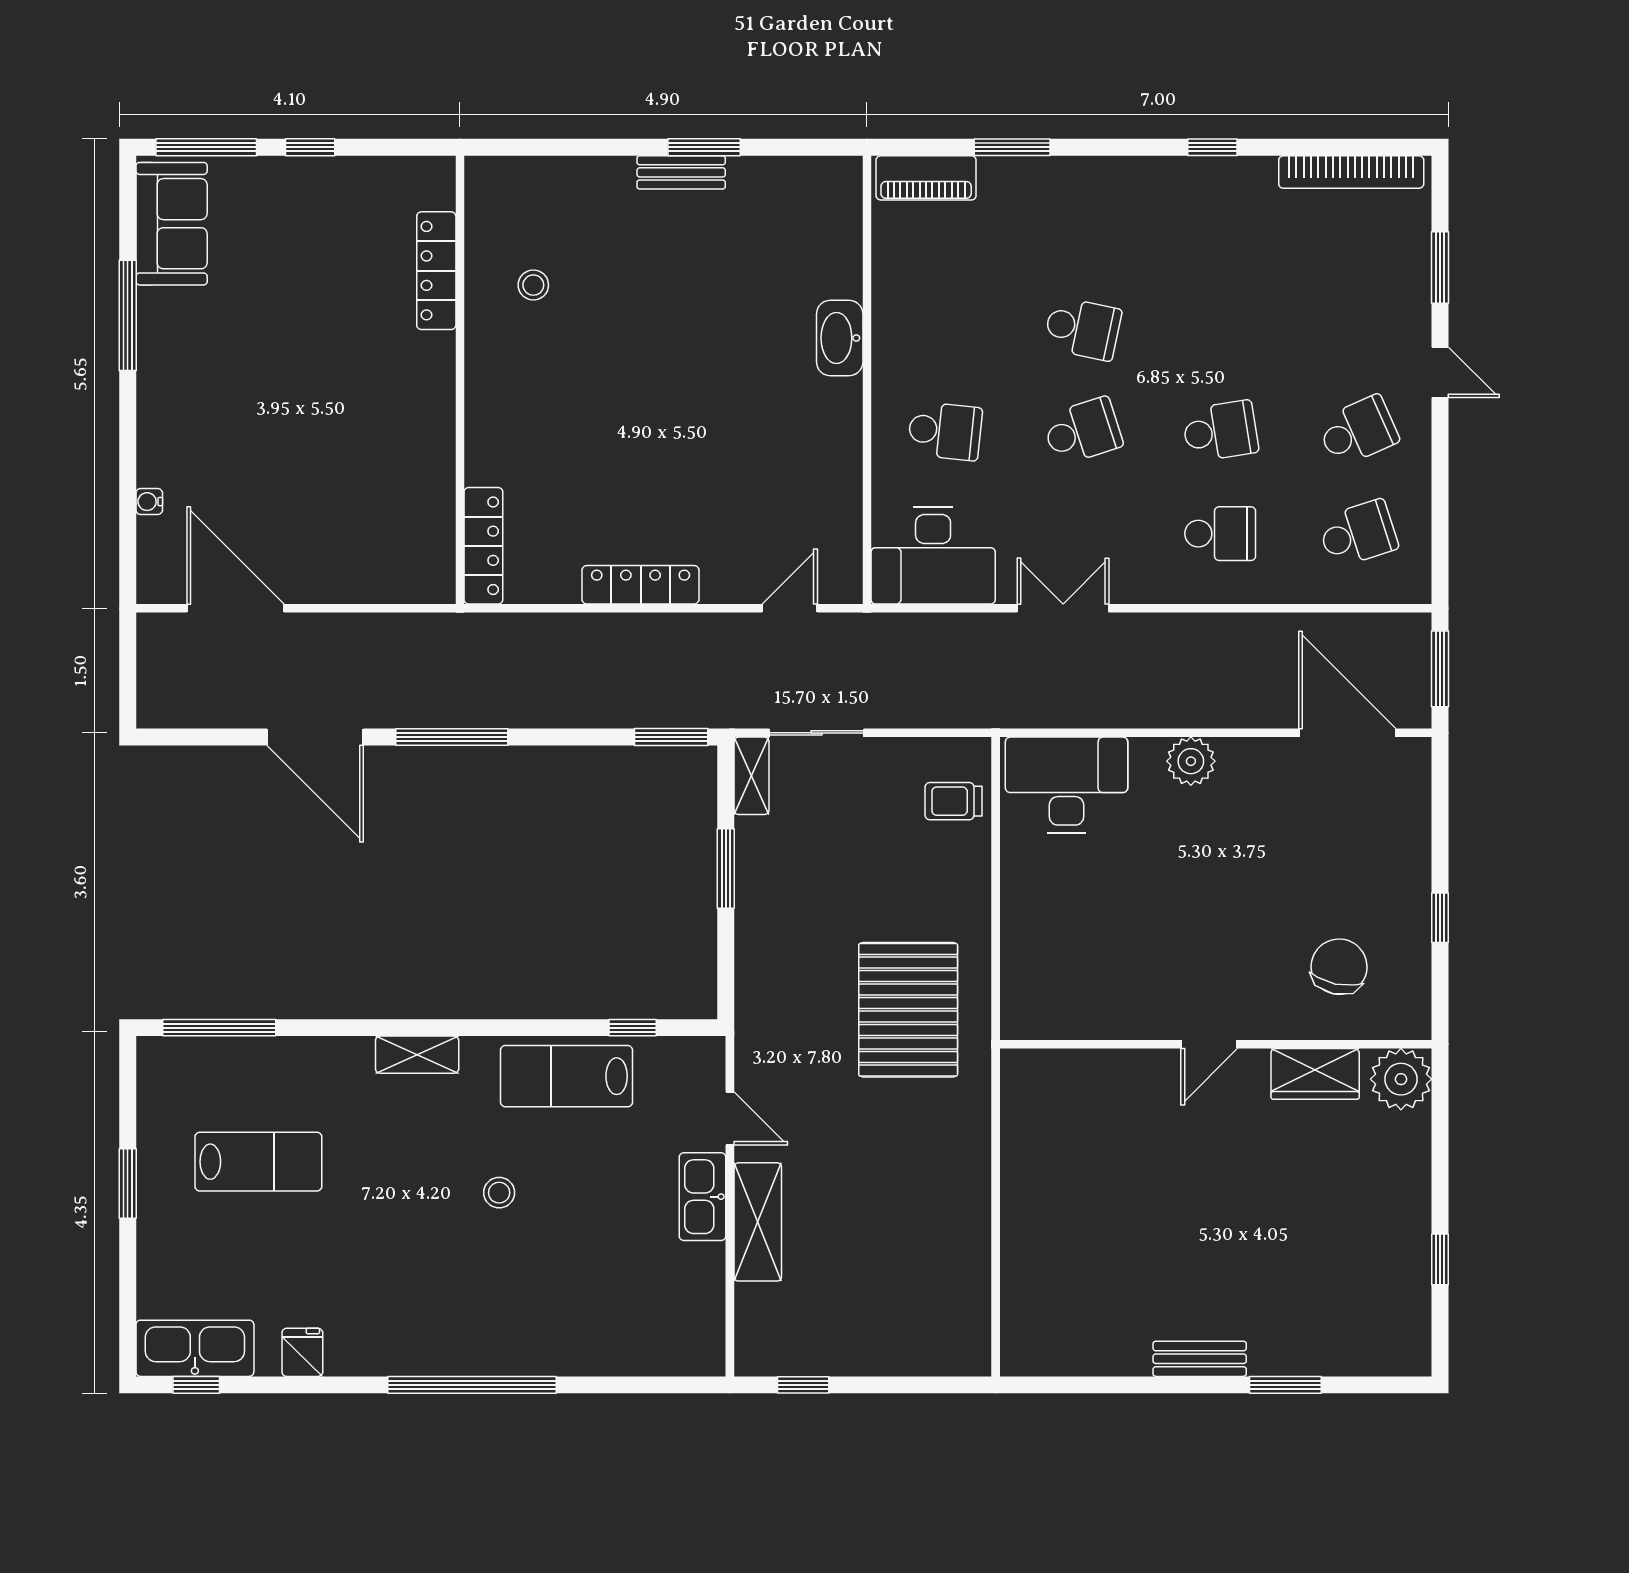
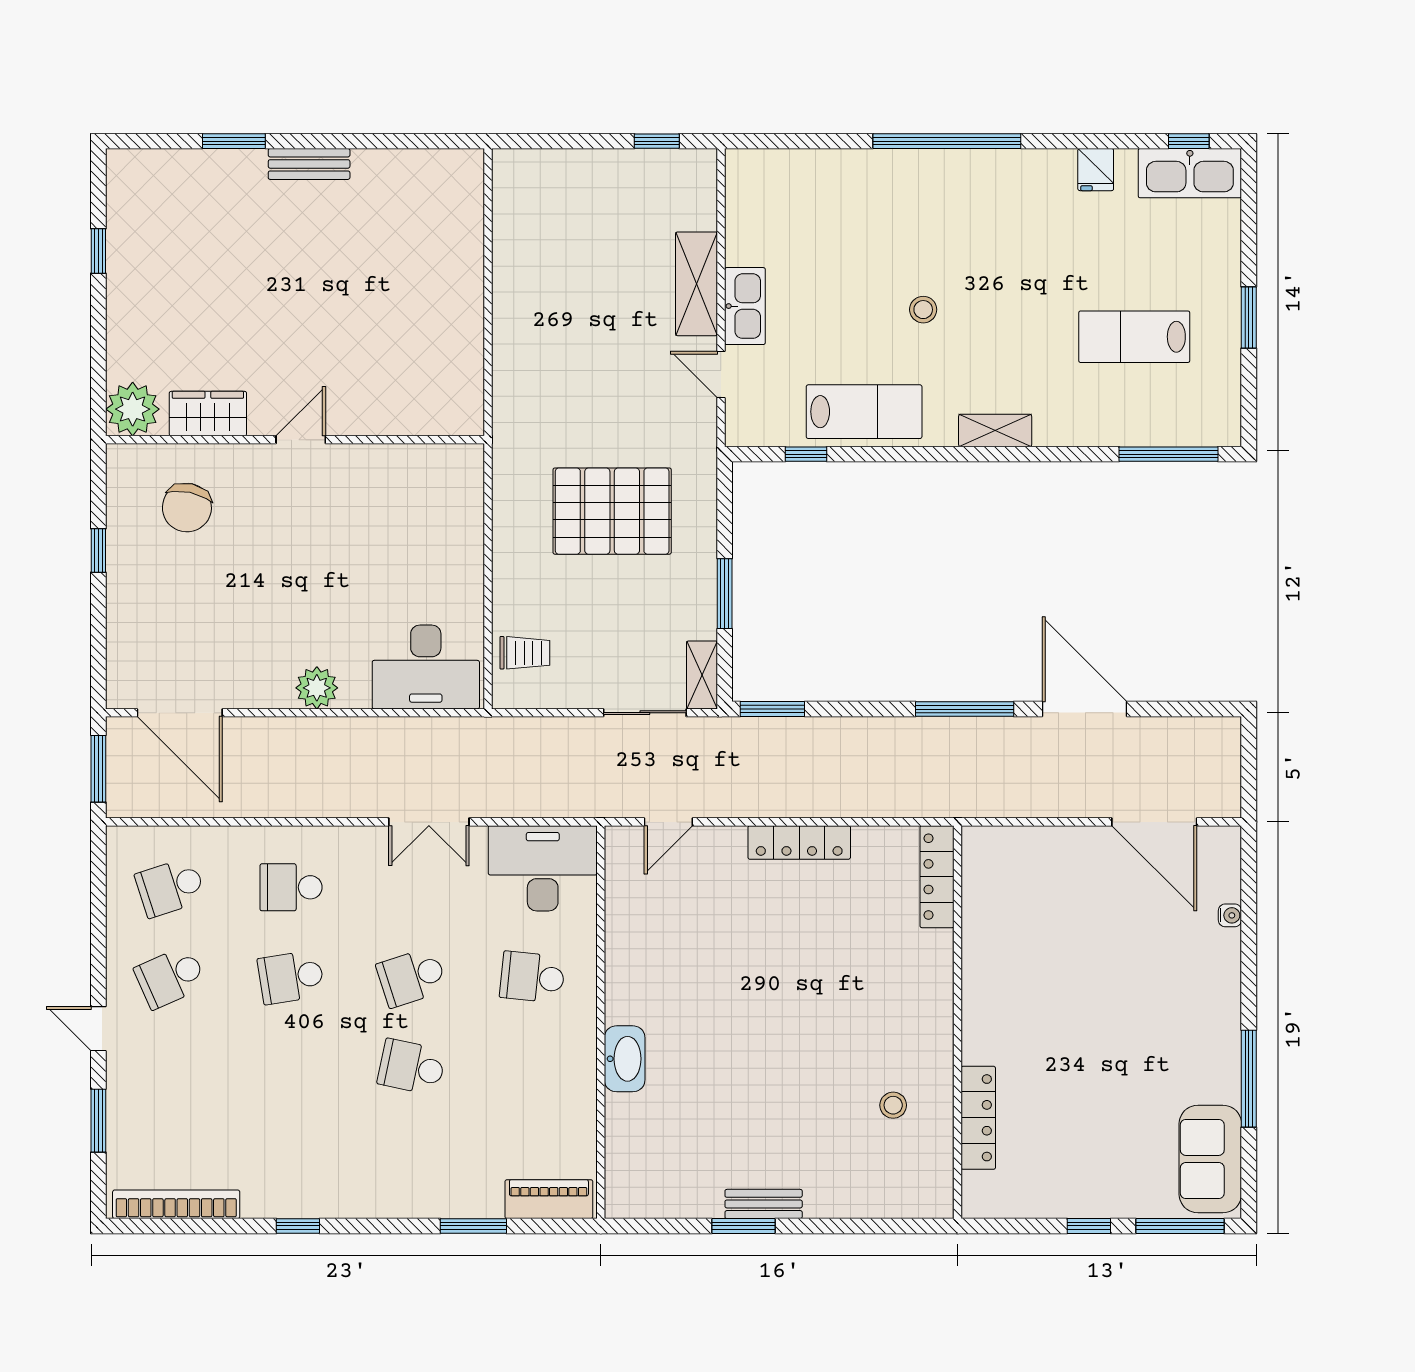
pallet: (908, 1010) -> (612, 511), moved, turned 90

